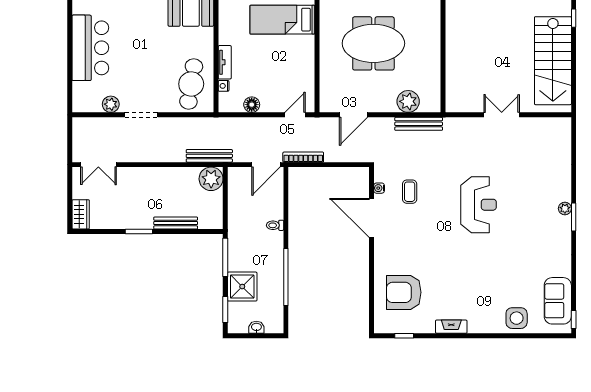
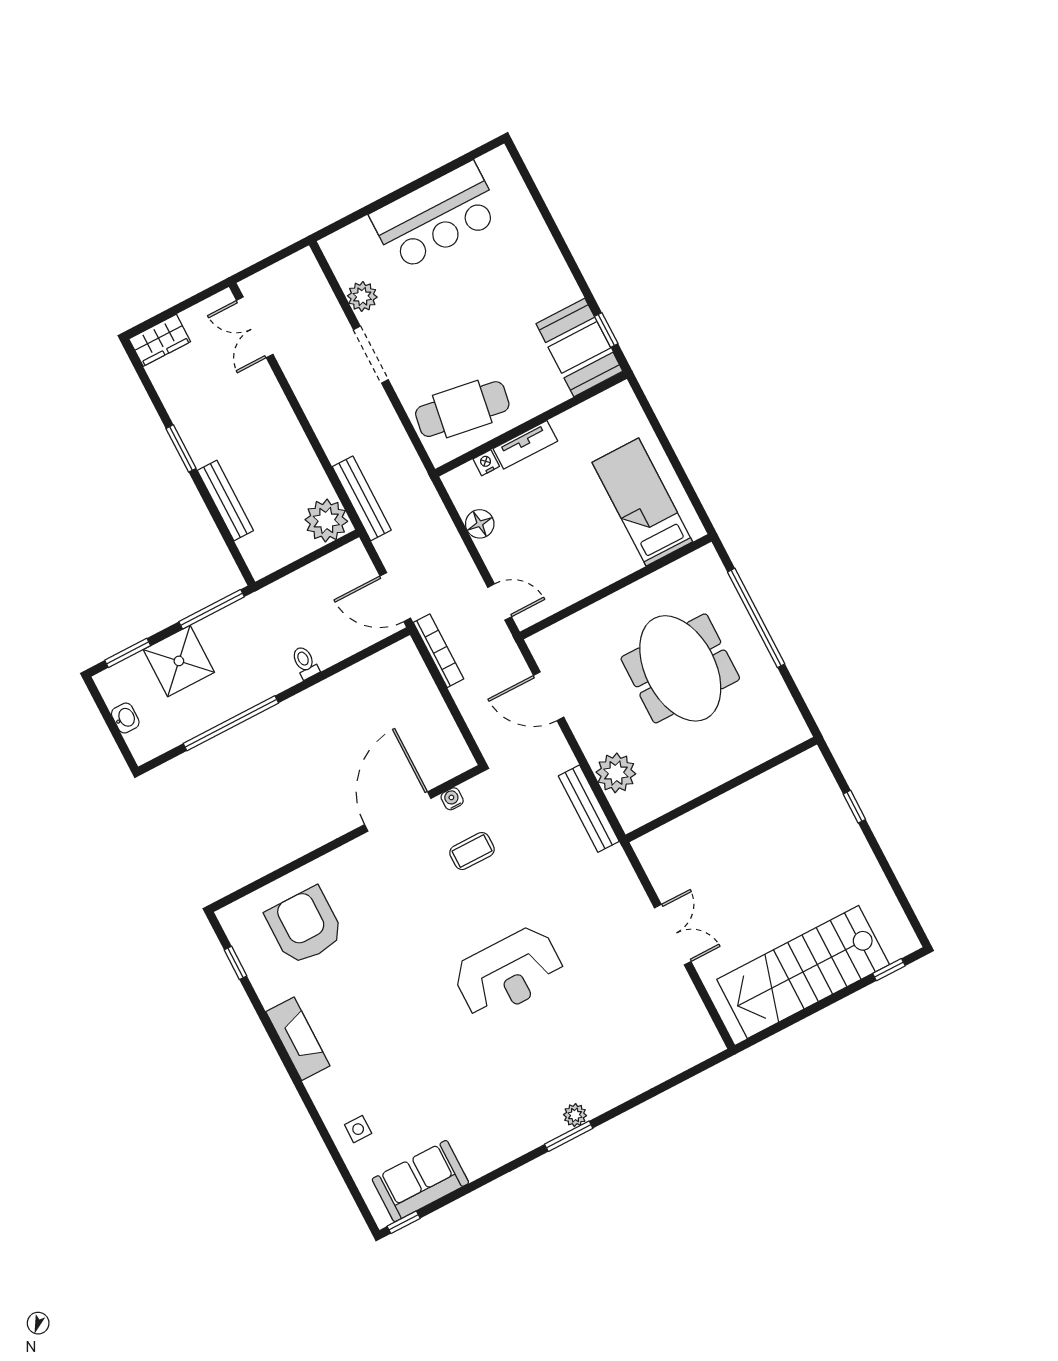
side table: (517, 318) -> (358, 1129), width x0.54, depth x0.54
fireplace: (451, 327) -> (298, 1039), width x1.37, depth x1.32

